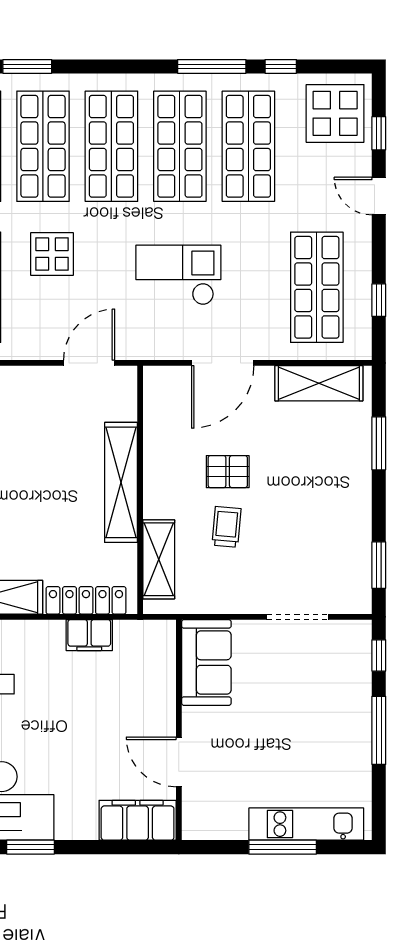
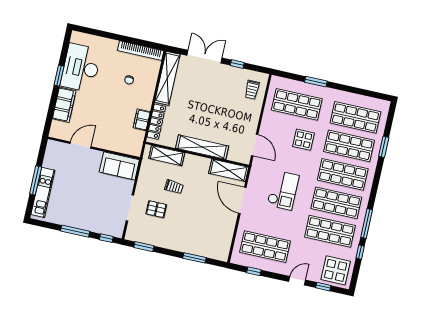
shelving: (319, 383) -> (229, 170), moved, turned 90
pallet: (228, 472) -> (156, 209), moved, turned 90
filing cabinet: (138, 820) -> (64, 105), moved

